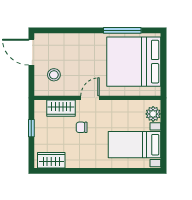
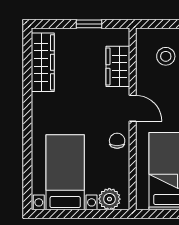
chair: (82, 127) -> (117, 141), moved
wardrobe: (51, 160) -> (43, 62), width x1.50

